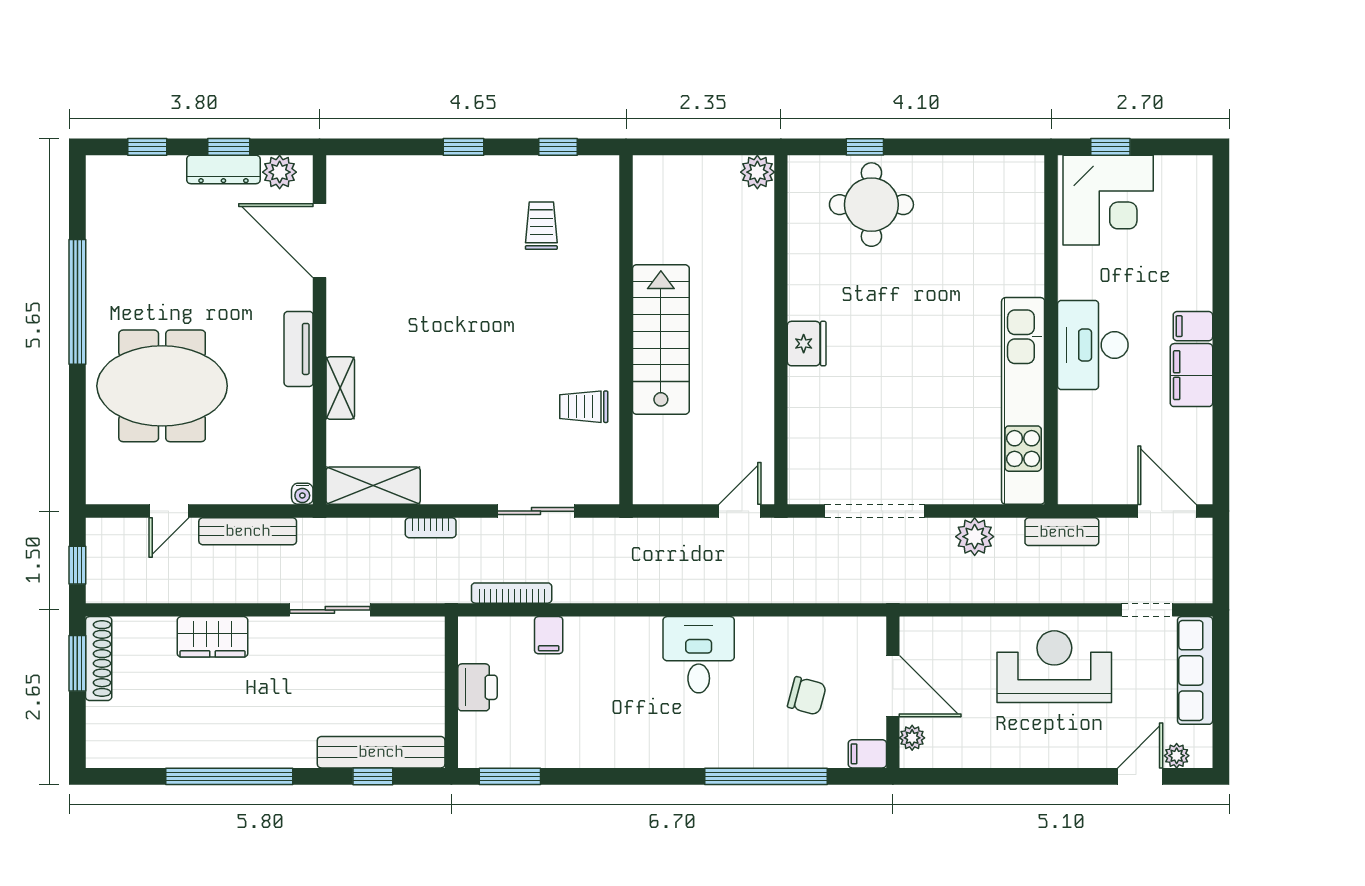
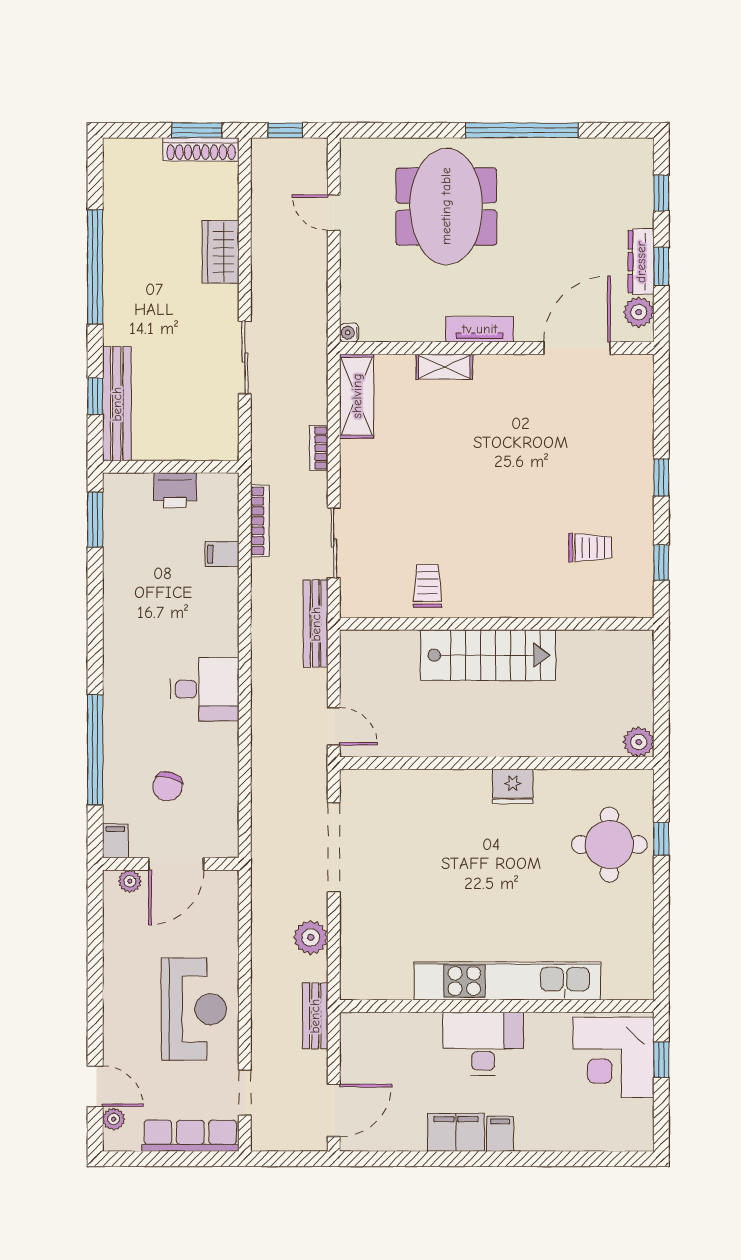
fridge: (807, 344) -> (513, 786), moved
kitchen unit: (1023, 401) -> (507, 981), moved
bench: (248, 531) -> (316, 624), moved

